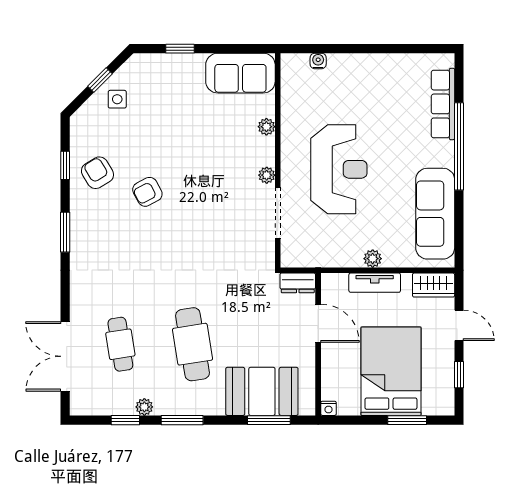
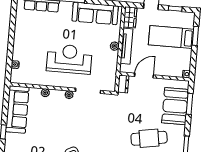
sofa: (240, 73) -> (17, 109), width x1.36
tv unit: (375, 283) -> (126, 46), width x1.41
bed: (391, 371) -> (171, 37), width x0.67

